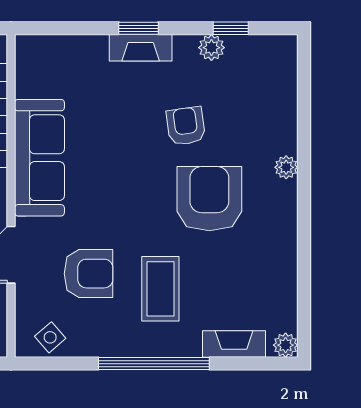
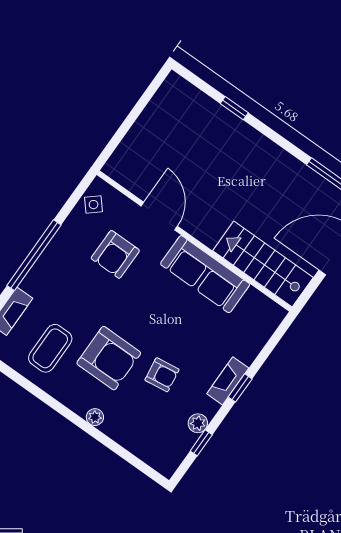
coffee table: (160, 289) -> (50, 348), moved, turned 90

